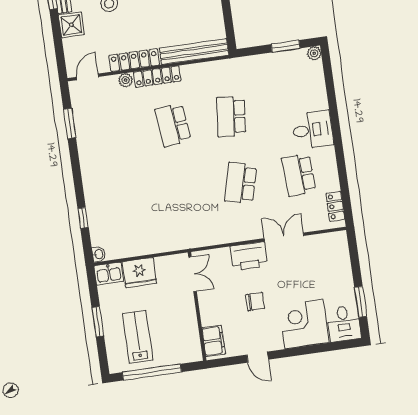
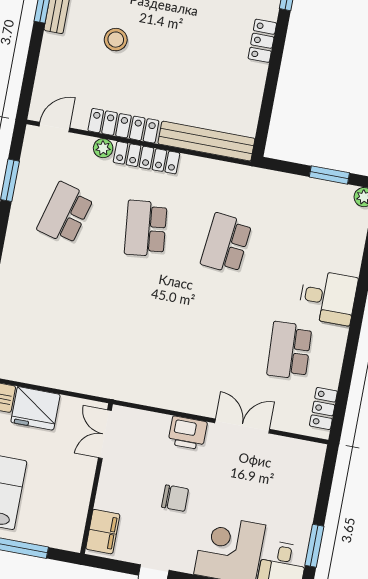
shower: (71, 25) -> (56, 51), removed
school desk: (241, 183) -> (65, 213), moved
printer: (249, 256) -> (188, 433), width x0.73, depth x0.84
double door: (193, 274) -> (105, 434), swing flipped

